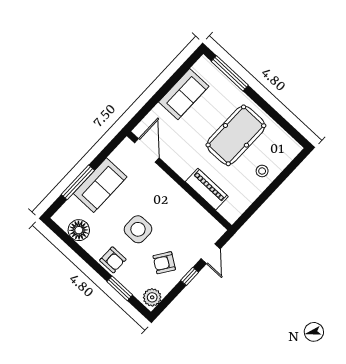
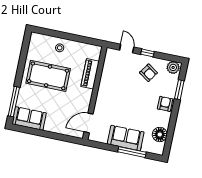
sofa: (184, 94) -> (29, 118), moved
side table: (138, 229) -> (138, 100), removed
door: (211, 254) -> (127, 49), hinge flipped

